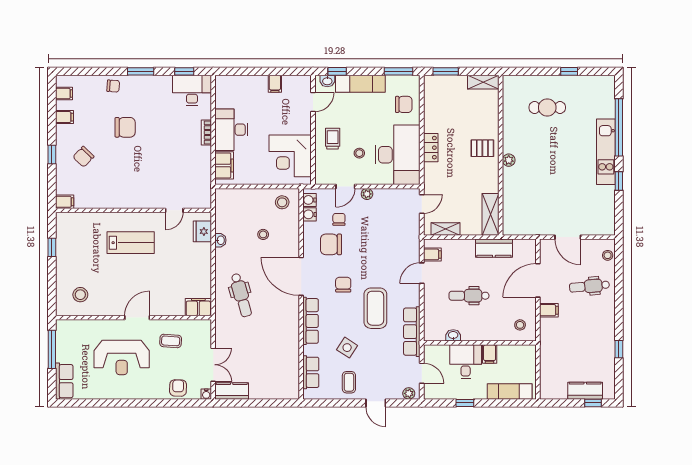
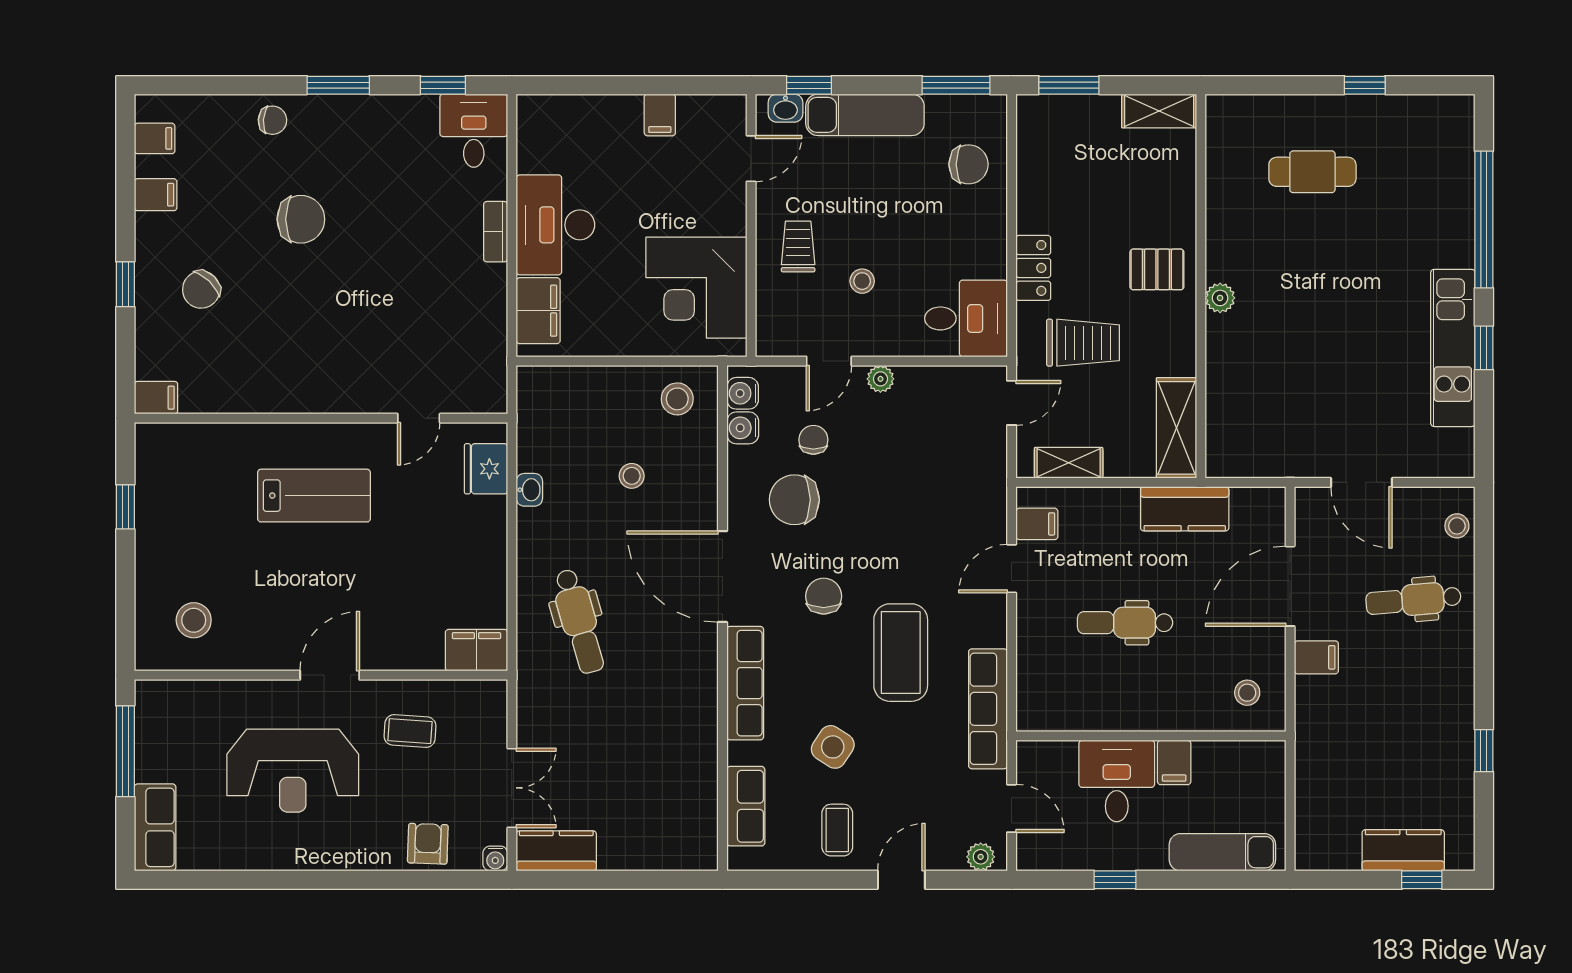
desk: (192, 90) -> (474, 131), width x0.73
kitchen unit: (606, 152) -> (1453, 348), moved
desk: (397, 155) -> (966, 318), width x0.53, depth x0.77
trolley: (451, 179) -> (1083, 343), added
washbasin: (453, 335) -> (1087, 718), removed
door: (376, 403) -> (901, 880), swing flipped

